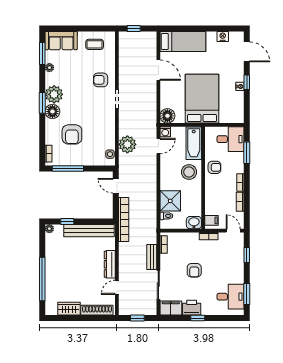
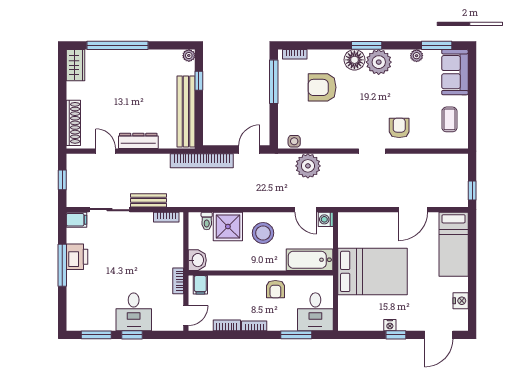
window: (134, 28) -> (472, 190), moved
floor lamp: (167, 116) -> (348, 222), removed
stool: (189, 172) -> (263, 233), moved
window: (247, 255) -> (132, 335), moved
armchair: (194, 270) -> (130, 260), removed
desk: (231, 297) -> (134, 312), moved
filing cabinet: (171, 308) -> (77, 220), width x0.50
wardrobe: (69, 309) -> (76, 65), moved
window: (198, 318) -> (62, 265), width x2.17

